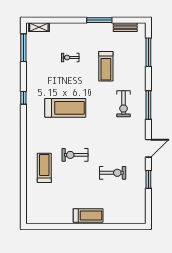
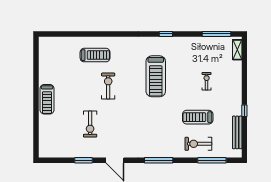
window: (99, 20) -> (244, 111), width x0.46
bench: (125, 27) -> (237, 132), width x1.36
exercise bike: (124, 104) -> (198, 144), moved

